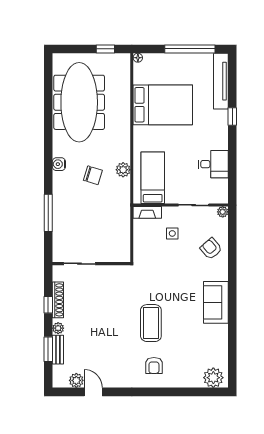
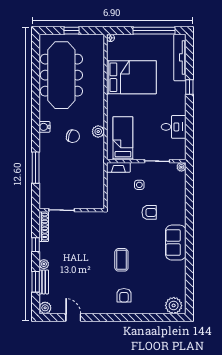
window: (105, 49) -> (71, 31), moved
armchair: (211, 249) -> (149, 212), moved, turned 131
shoe rack: (58, 300) -> (44, 227), moved
coffee table: (151, 323) -> (121, 260), width x0.73, depth x0.76
plant: (76, 380) -> (45, 308), moved

